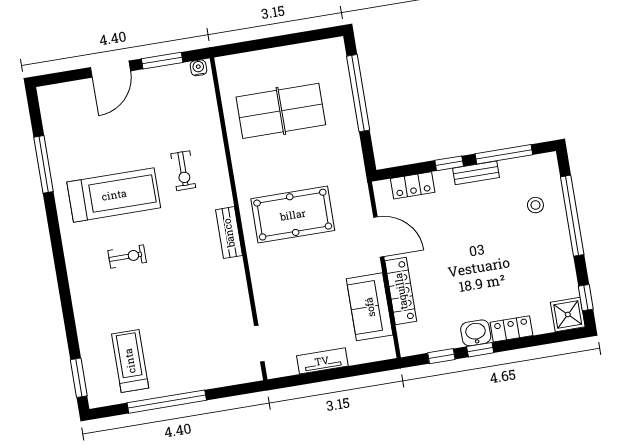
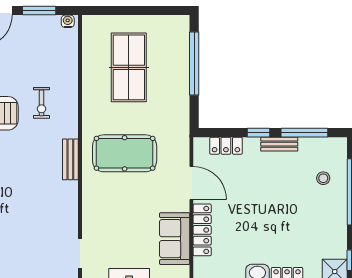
table tennis table: (281, 111) -> (129, 67), turned 90

